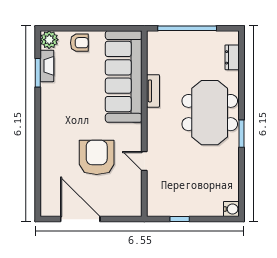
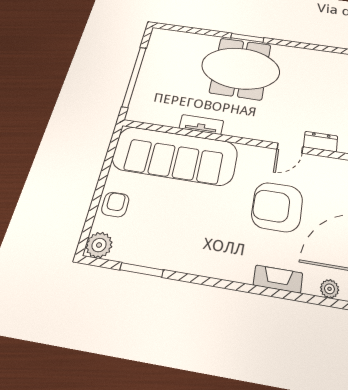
dresser: (232, 57) -> (321, 142), moved, turned 180
fireplace: (47, 66) -> (278, 279), moved
window: (241, 134) -> (247, 38), moved
plant: (46, 199) -> (330, 289), added

